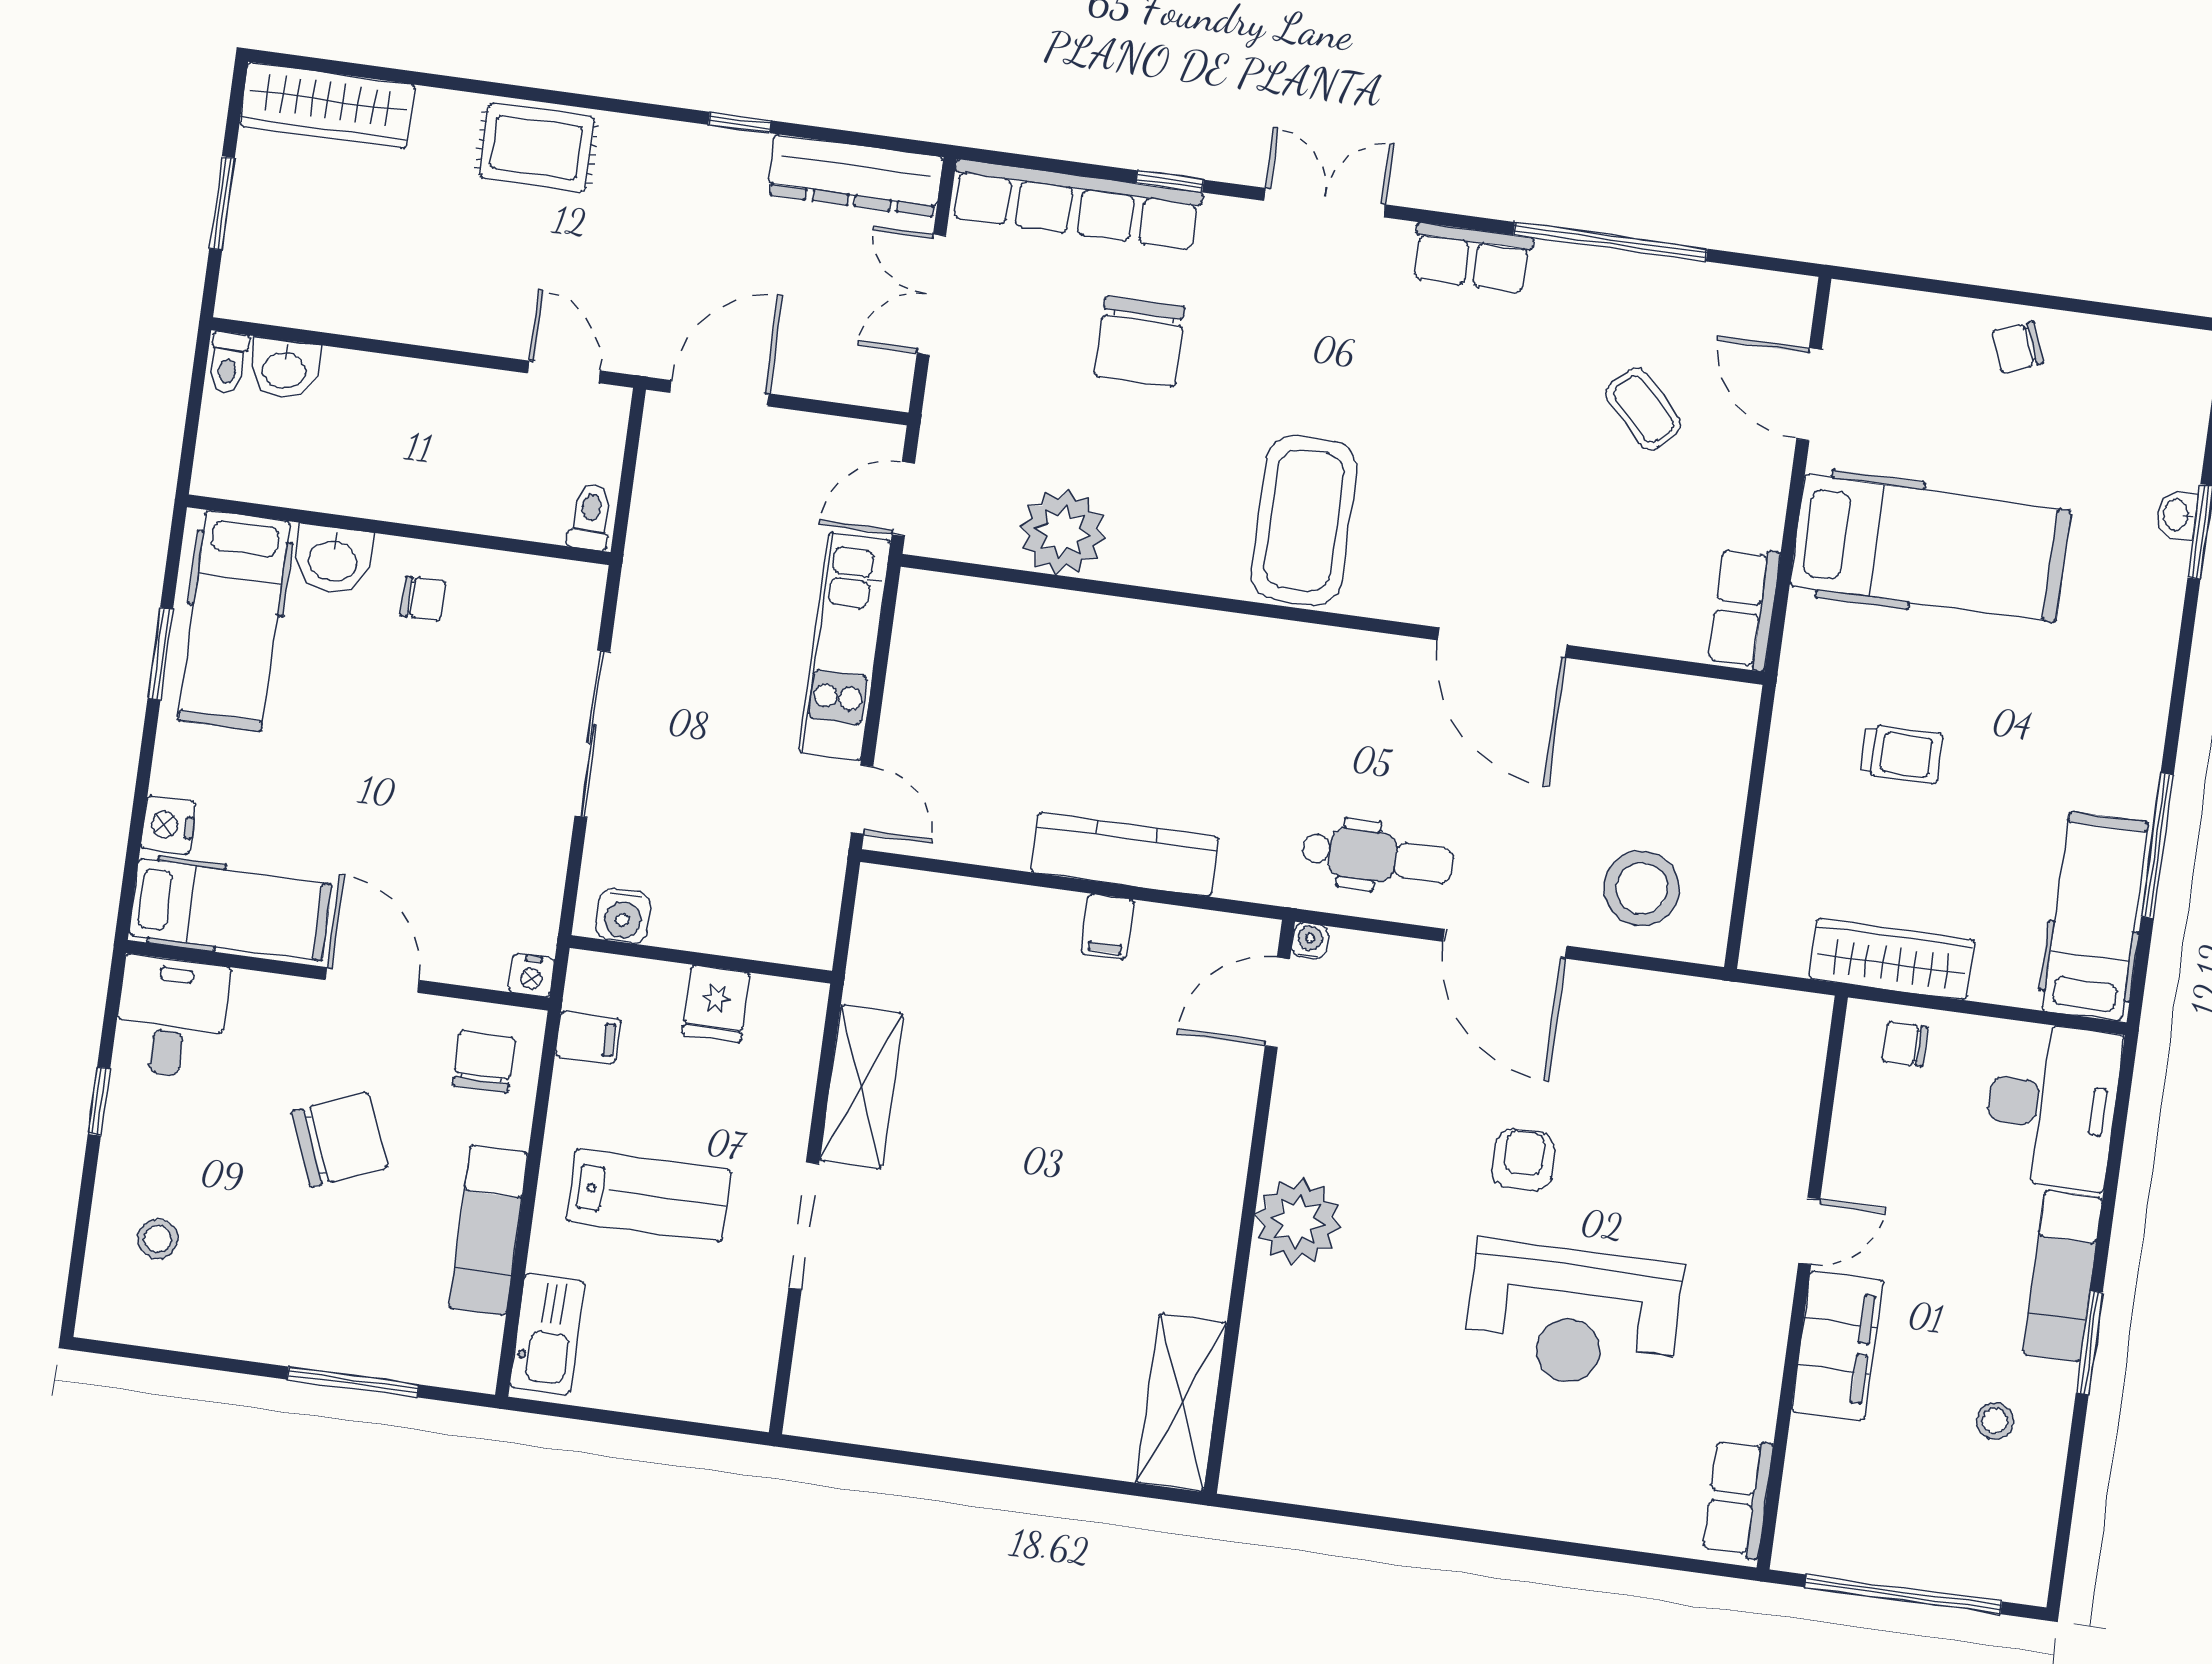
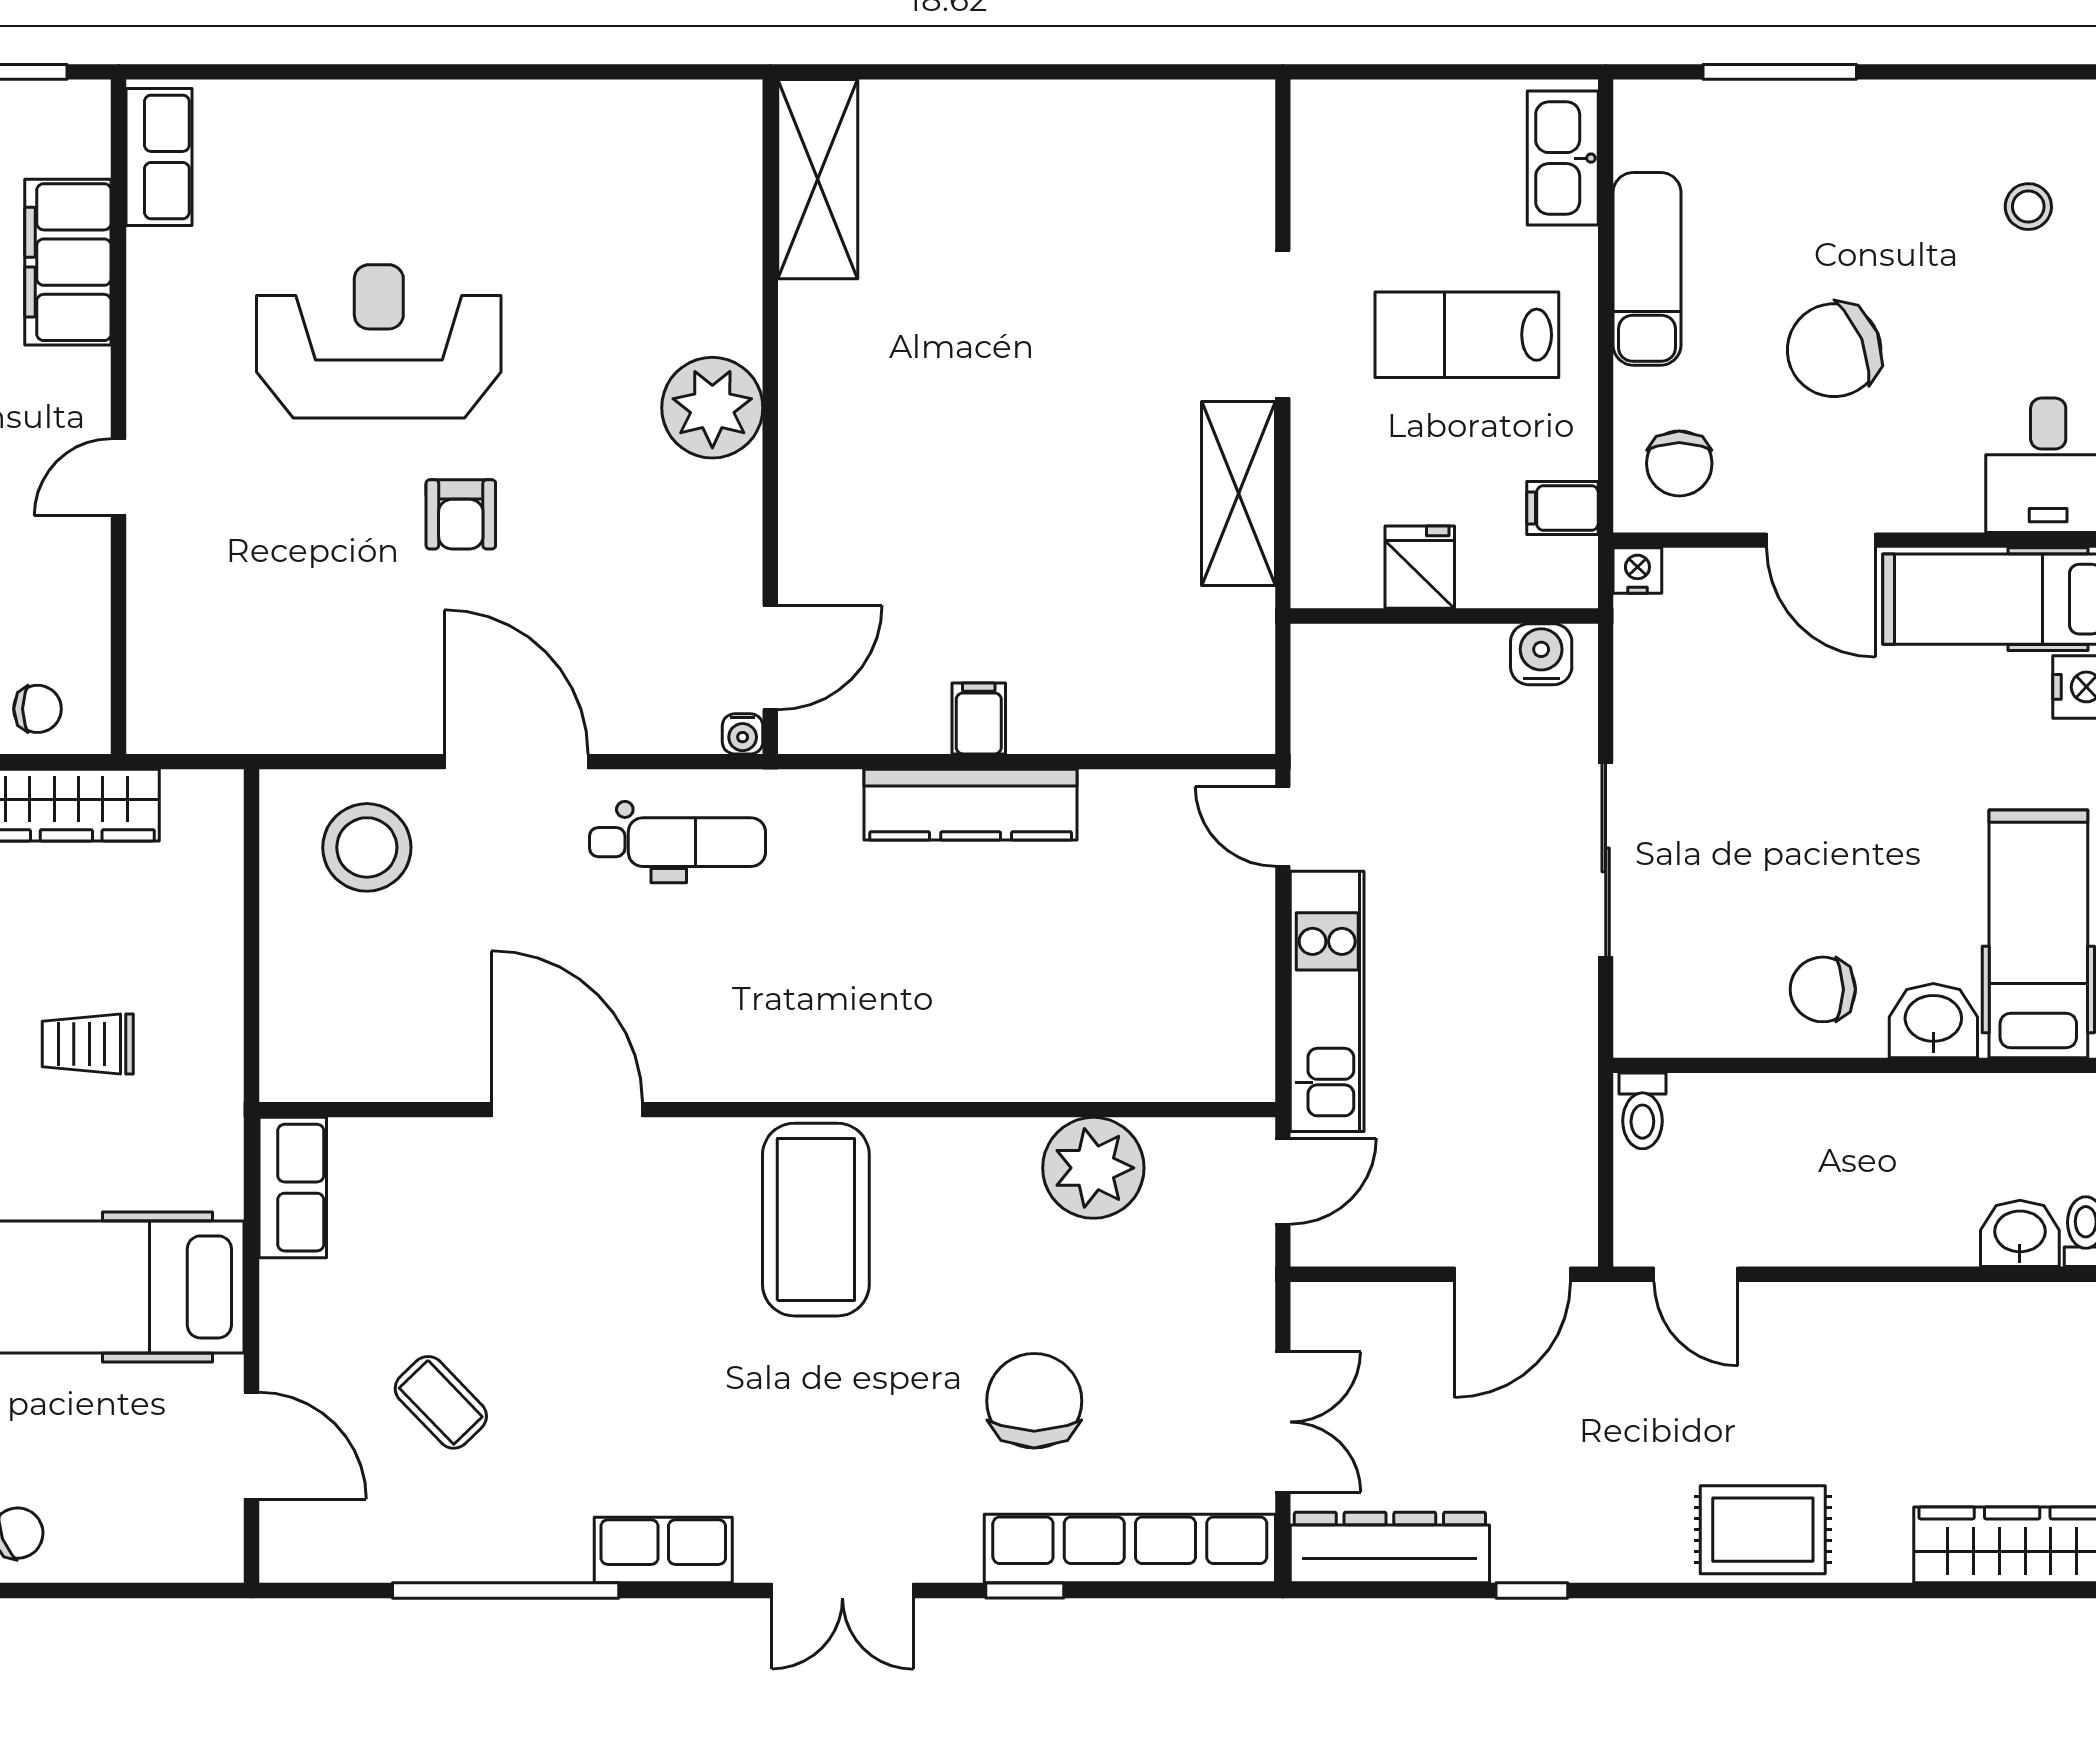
chair: (423, 599) -> (1823, 989), width x1.37, depth x1.37
dental chair: (1377, 857) -> (678, 842), turned 180
filing cabinet: (1837, 1346) -> (68, 262), moved

